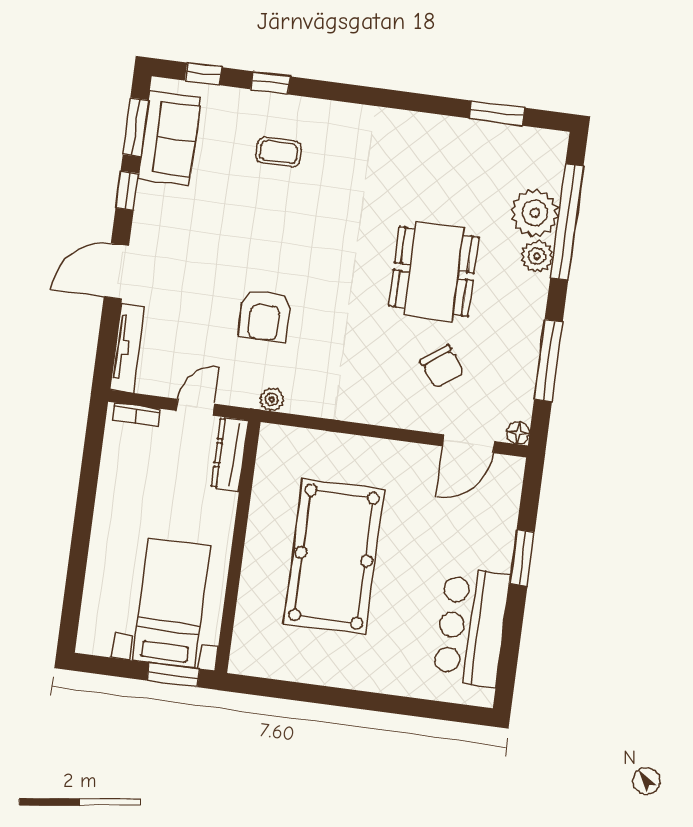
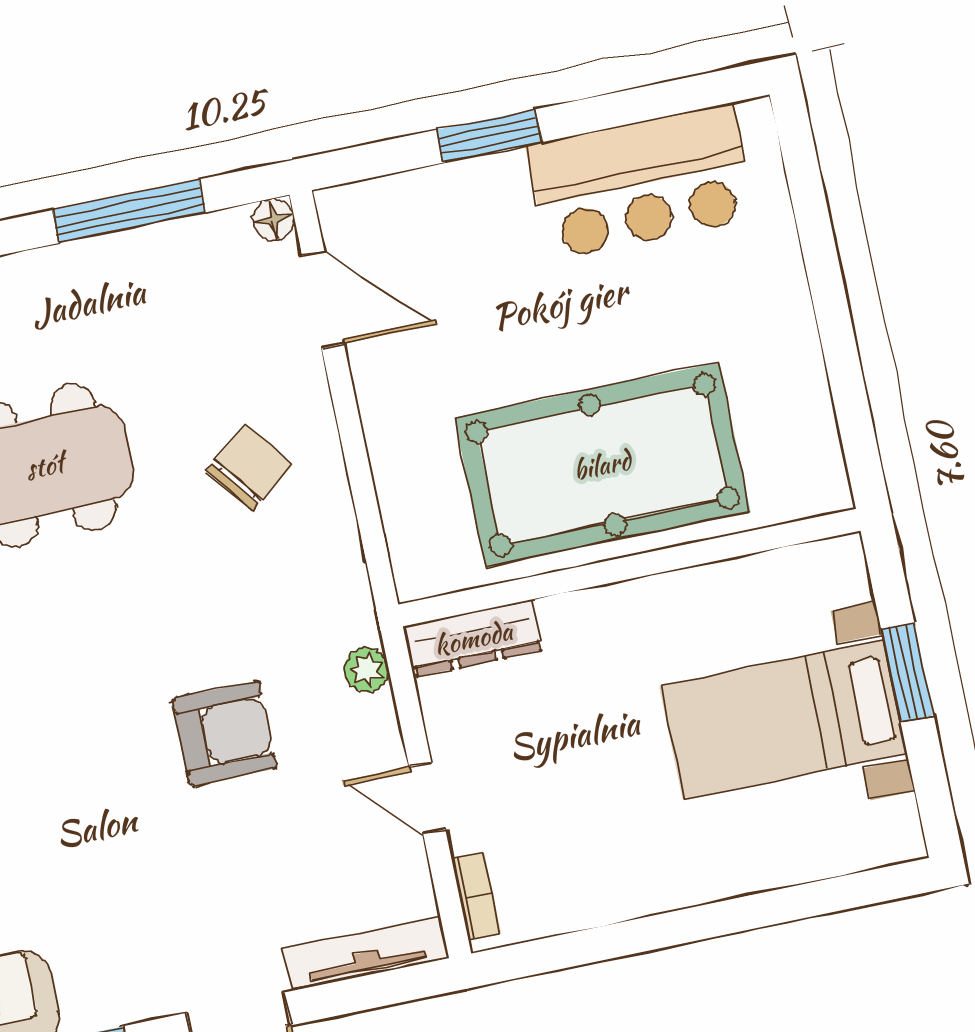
chair: (442, 367) -> (249, 468), moved
dresser: (230, 454) -> (473, 638), moved
wall: (238, 547) -> (629, 568), moved

